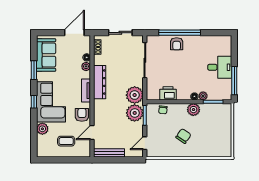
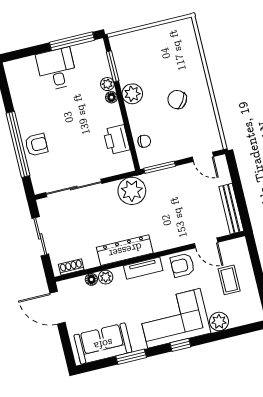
plant: (135, 113) -> (160, 184), removed

